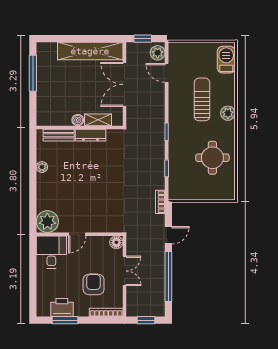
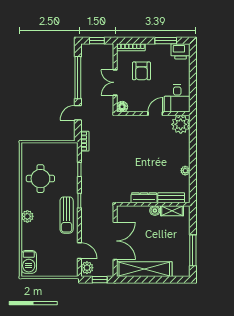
sun lounger: (202, 99) -> (67, 215), moved
shelving: (98, 120) -> (172, 211), moved
printer: (62, 308) -> (181, 51), moved

